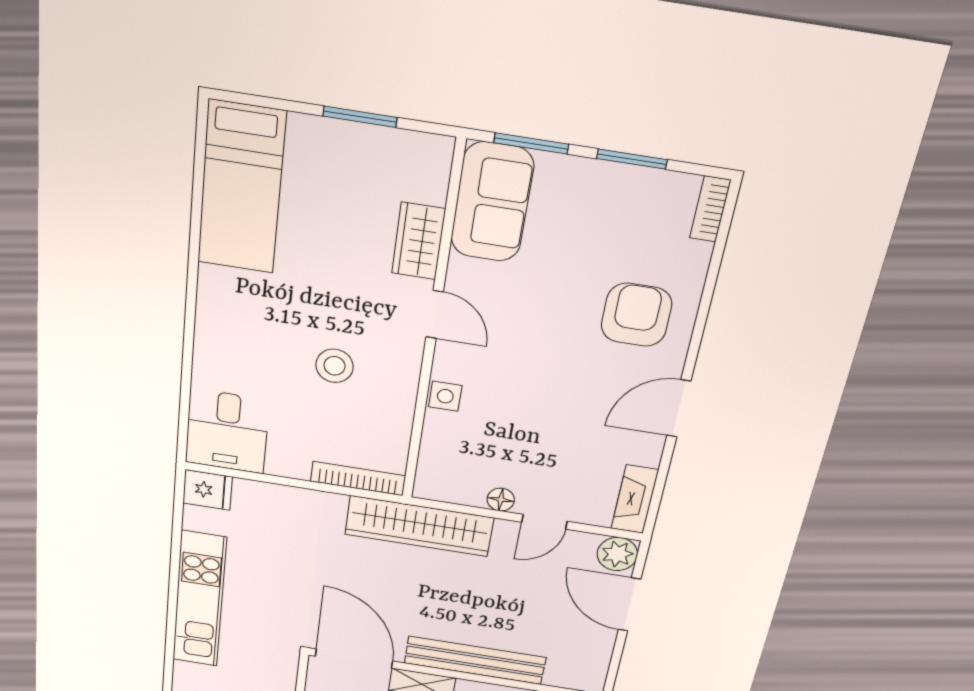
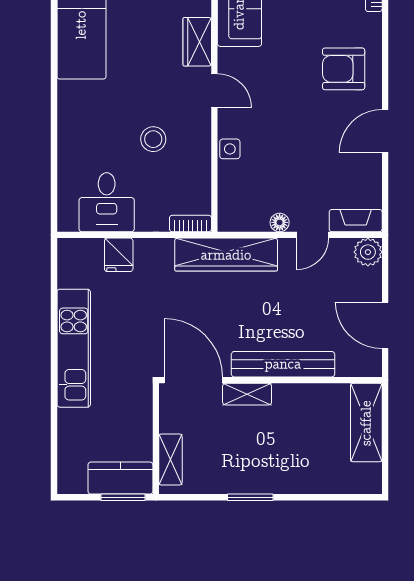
armchair: (636, 315) -> (344, 69), turned -90
desk: (227, 431) -> (107, 202), moved
bookcase: (358, 479) -> (190, 223), width x0.64
fridge: (207, 490) -> (119, 255), moved, turned 90
fireplace: (635, 499) -> (356, 221), moved, turned 90
door: (630, 605) -> (385, 325), moved

